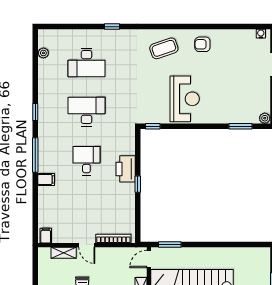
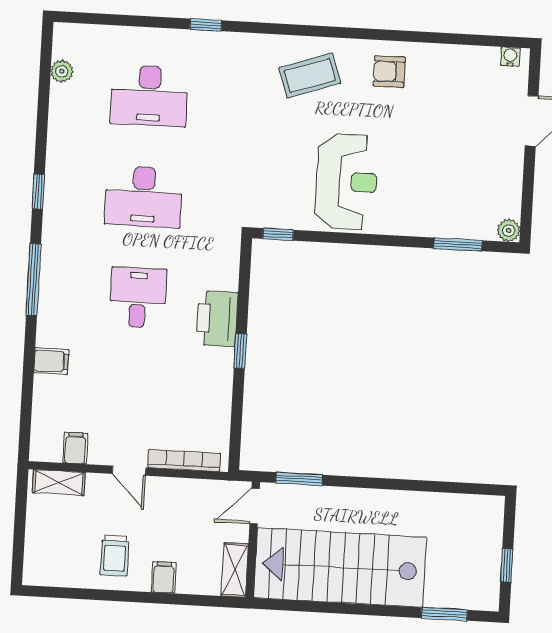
desk: (86, 112) -> (144, 197), turned 180
filing cabinet: (46, 179) -> (51, 361), moved
filing cabinet: (46, 236) -> (75, 448), moved
shelving: (64, 253) -> (59, 482), moved

